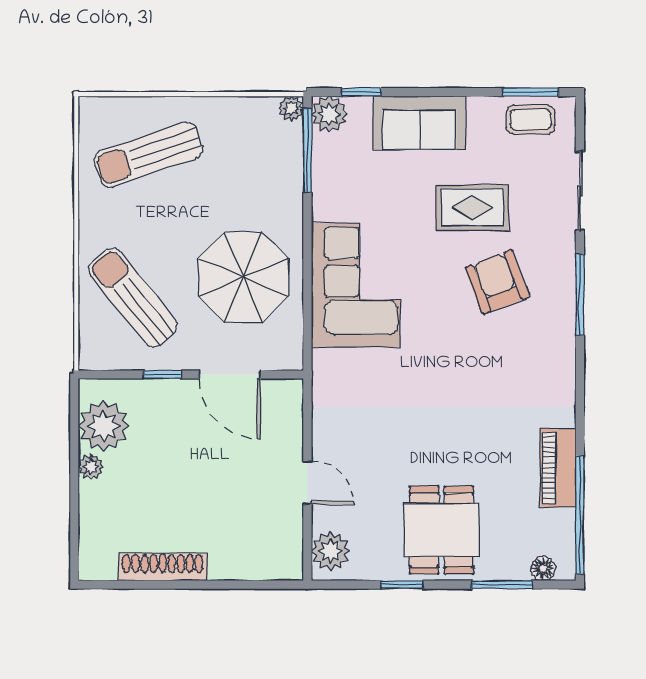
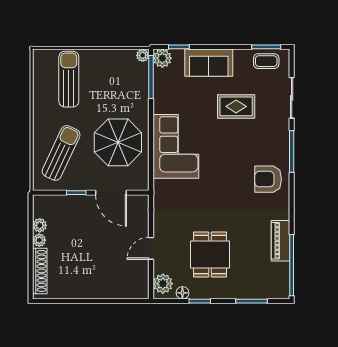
sun lounger: (148, 155) -> (69, 79), turned 109
armchair: (497, 282) -> (268, 179), moved, turned -69
sun lounger: (133, 298) -> (61, 153), turned 64
plant: (104, 426) -> (40, 225), width x0.53, depth x0.53
door: (307, 483) -> (151, 248), swing flipped
dining table: (442, 530) -> (210, 255), moved
shoe rack: (163, 567) -> (40, 271), moved, turned 90
floor lamp: (543, 569) -> (182, 293), moved

